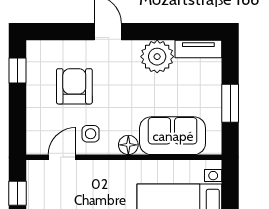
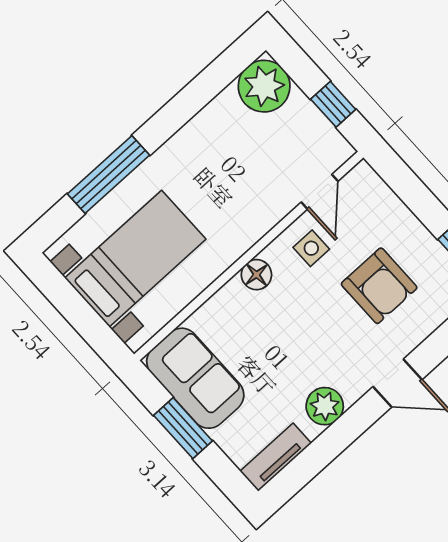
plant: (157, 57) -> (325, 406), width x0.73, depth x0.73
sofa: (173, 136) -> (195, 378), moved, turned -90

